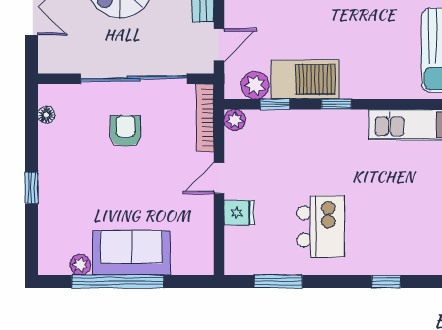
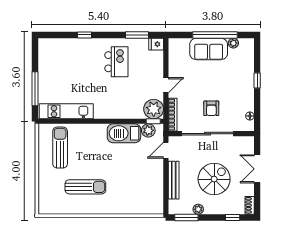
window: (275, 104) -> (153, 121), moved
window: (336, 104) -> (109, 121), removed
plant: (235, 120) -> (154, 109), width x1.88, depth x1.88
fridge: (239, 213) -> (156, 44), moved
kitchen island: (321, 226) -> (116, 62), turned 180

